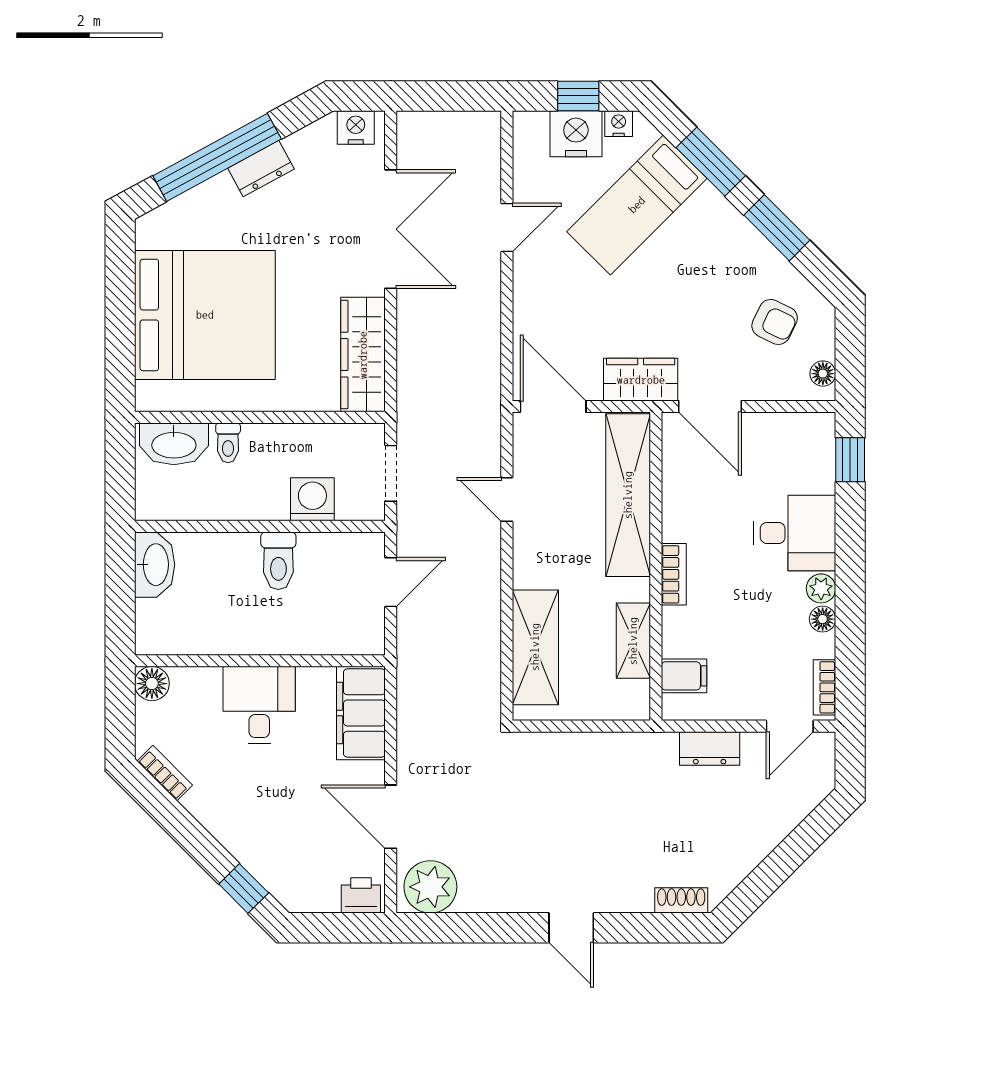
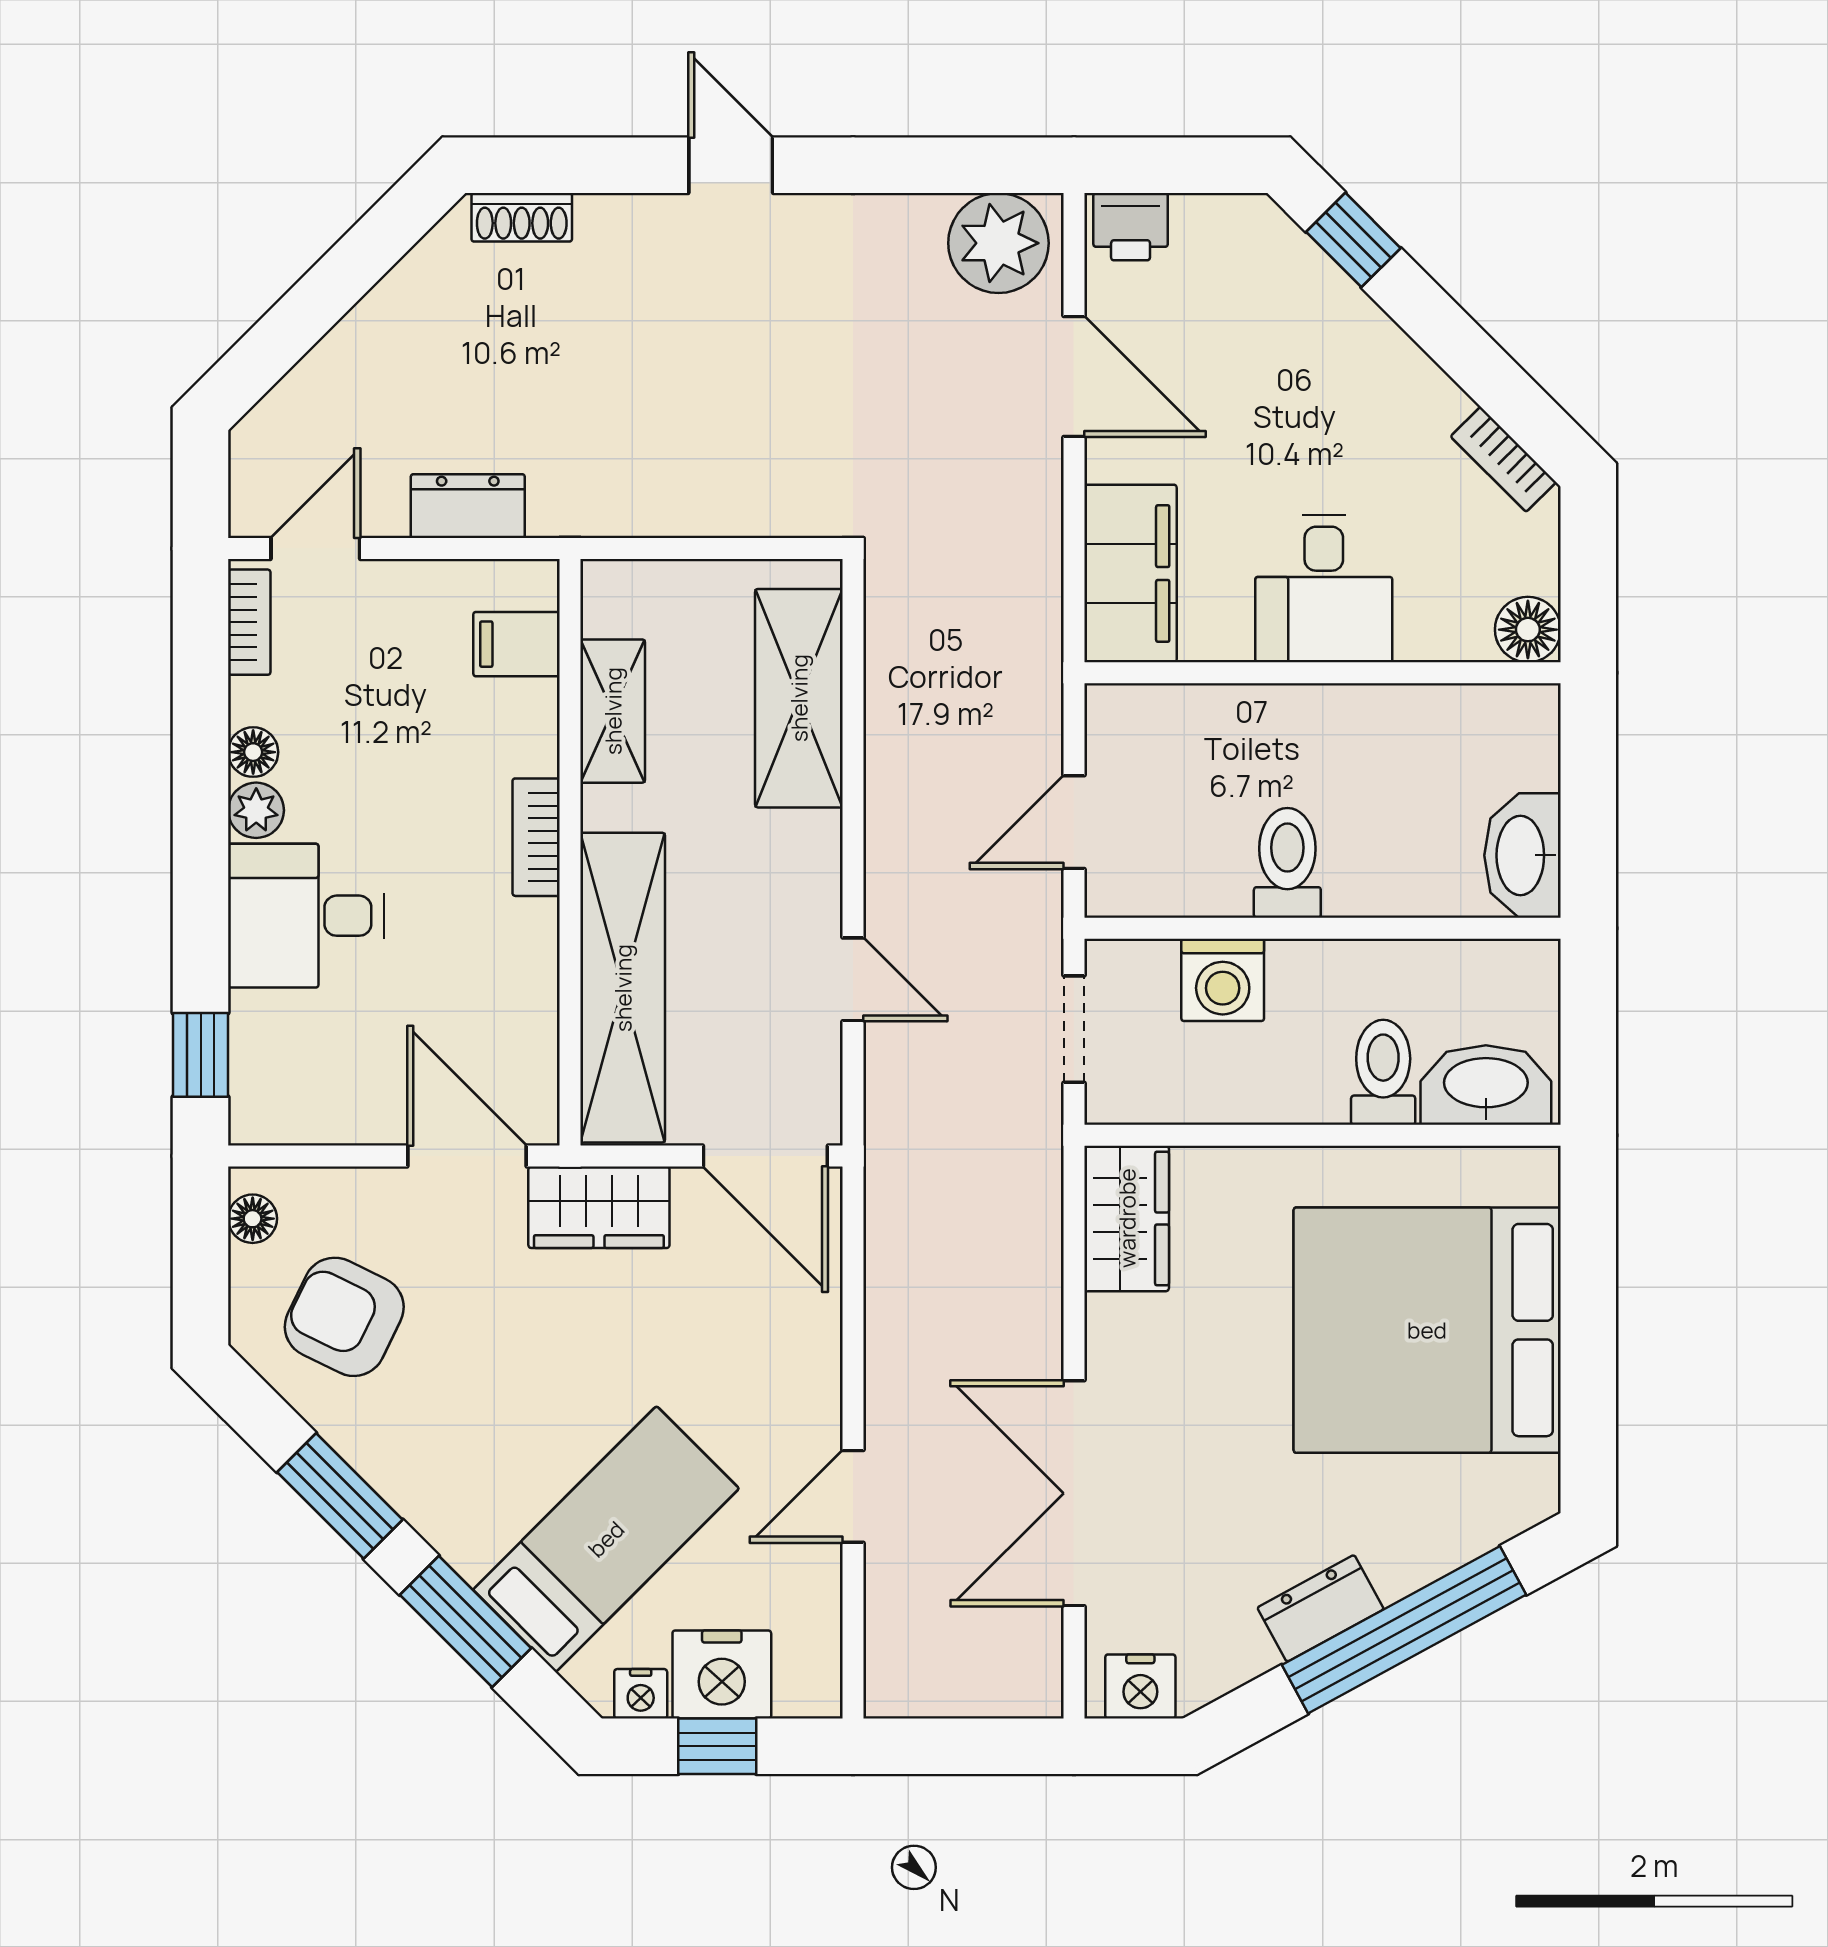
armchair: (775, 322) -> (344, 1317), width x1.38, depth x1.38
wardrobe: (363, 355) -> (1127, 1218), width x0.67
toilet: (228, 443) -> (1383, 1072), width x1.37, depth x1.39

